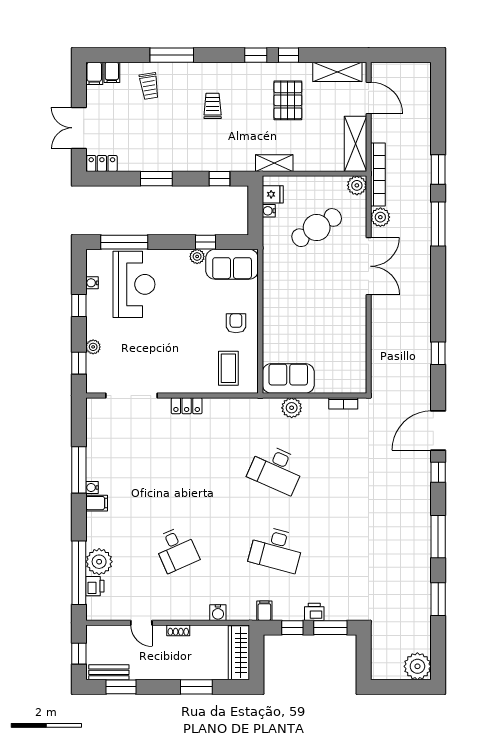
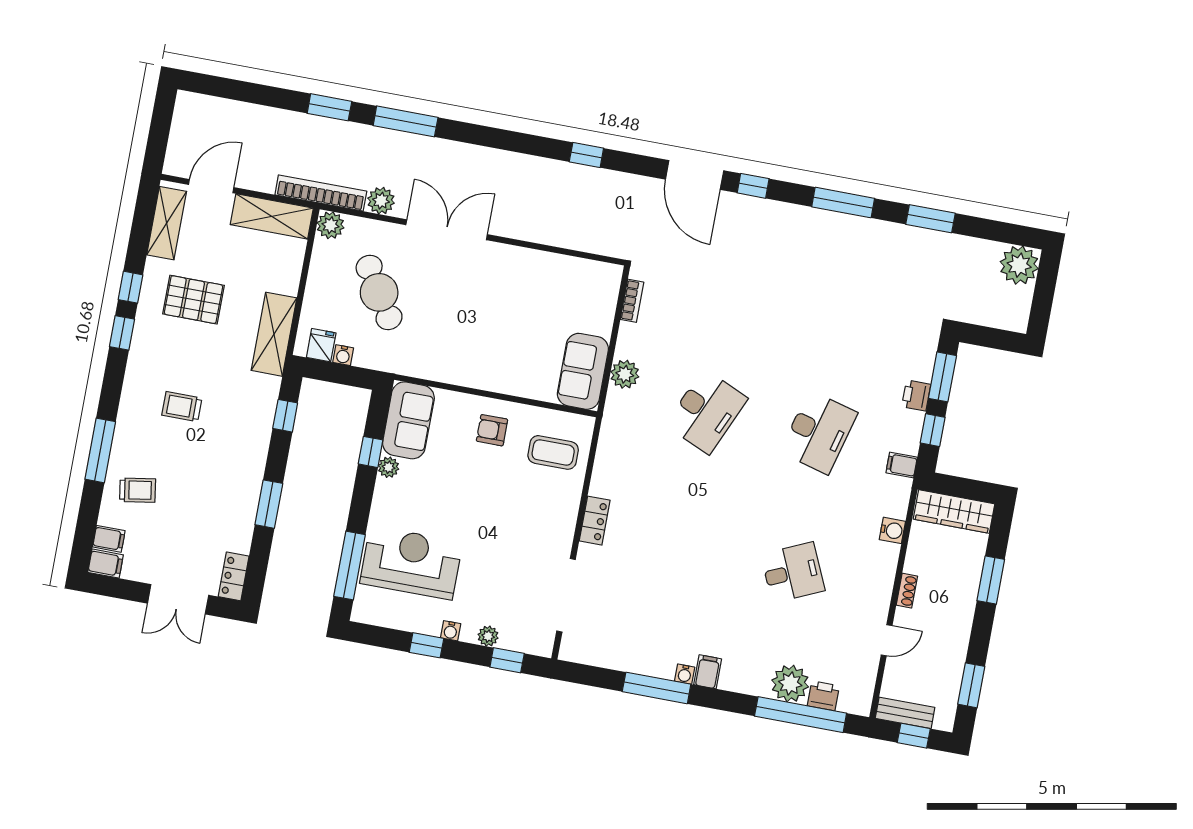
shelving: (274, 163) -> (274, 334), width x1.50, depth x1.33
water cooler: (92, 283) -> (451, 631), moved
bench: (109, 672) -> (905, 713), moved, turned 90

